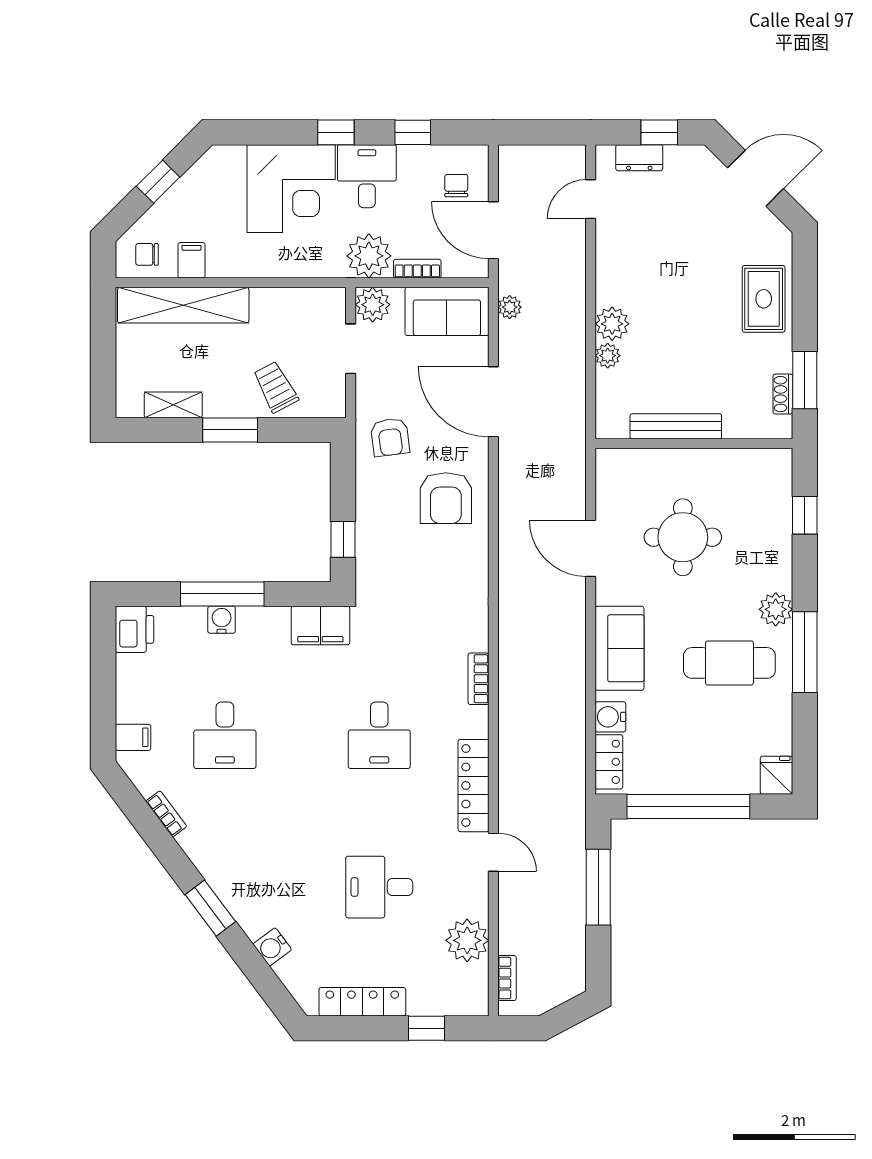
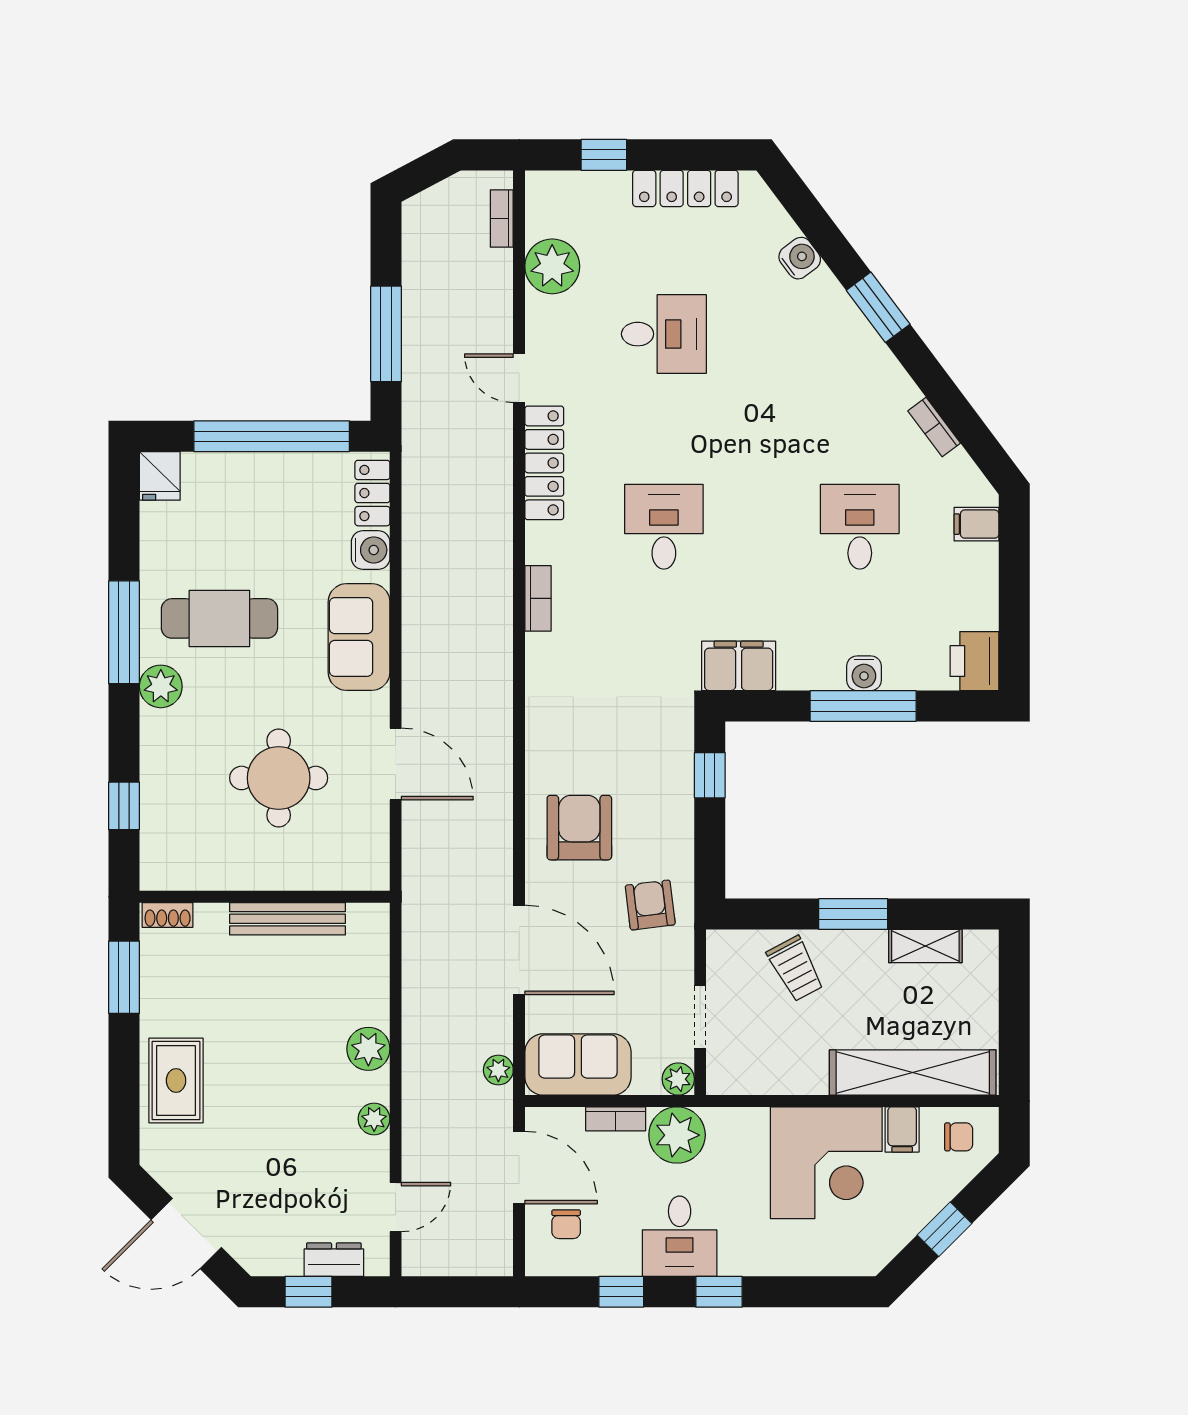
corner desk: (291, 189) -> (826, 1163), moved, turned 180
plant: (373, 305) -> (678, 1079), width x0.73, depth x0.73
plant: (608, 356) -> (374, 1119), moved
shoe rack: (783, 394) -> (168, 915), moved, turned 90

